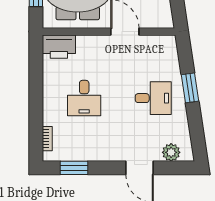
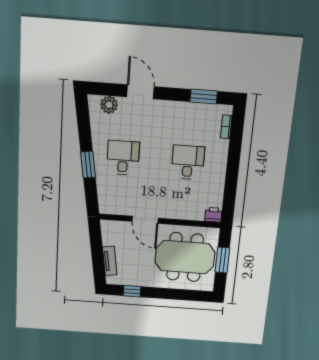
printer: (59, 47) -> (213, 215), width x0.53, depth x0.68
desk: (153, 98) -> (123, 158), turned 90

